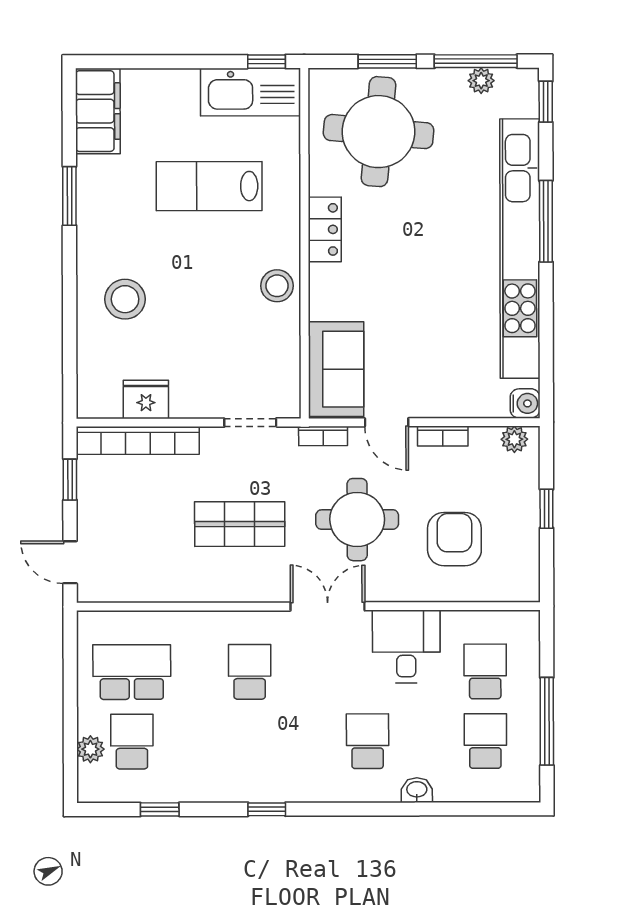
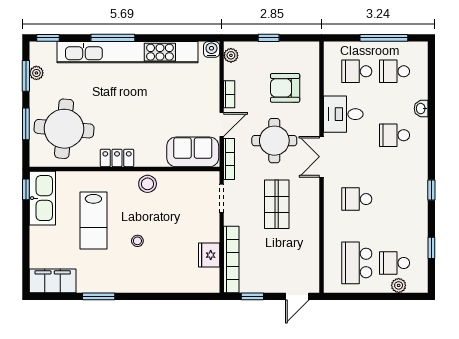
window: (476, 61) -> (26, 76), width x0.69
stool: (125, 299) -> (137, 241), moved, width x0.53, depth x0.53
bookcase: (323, 436) -> (229, 159), width x1.56

